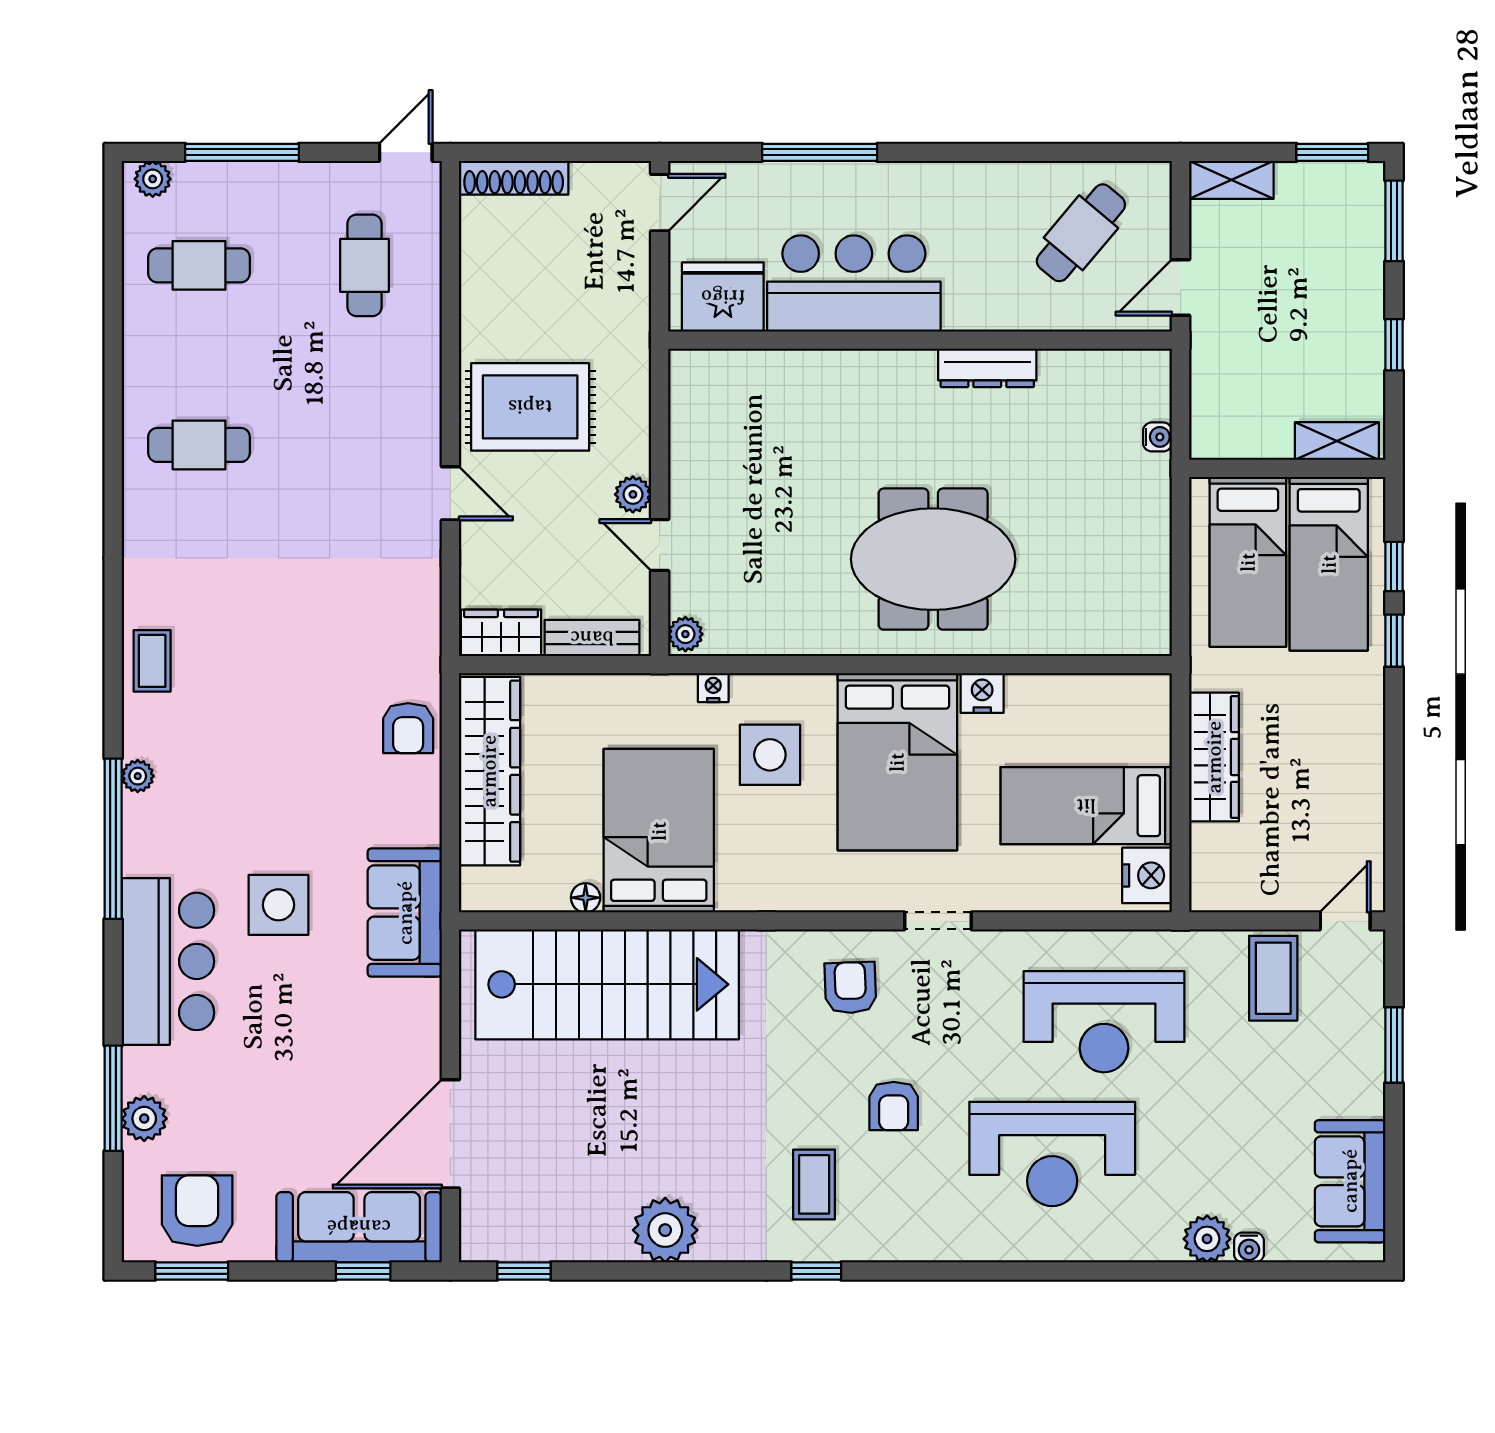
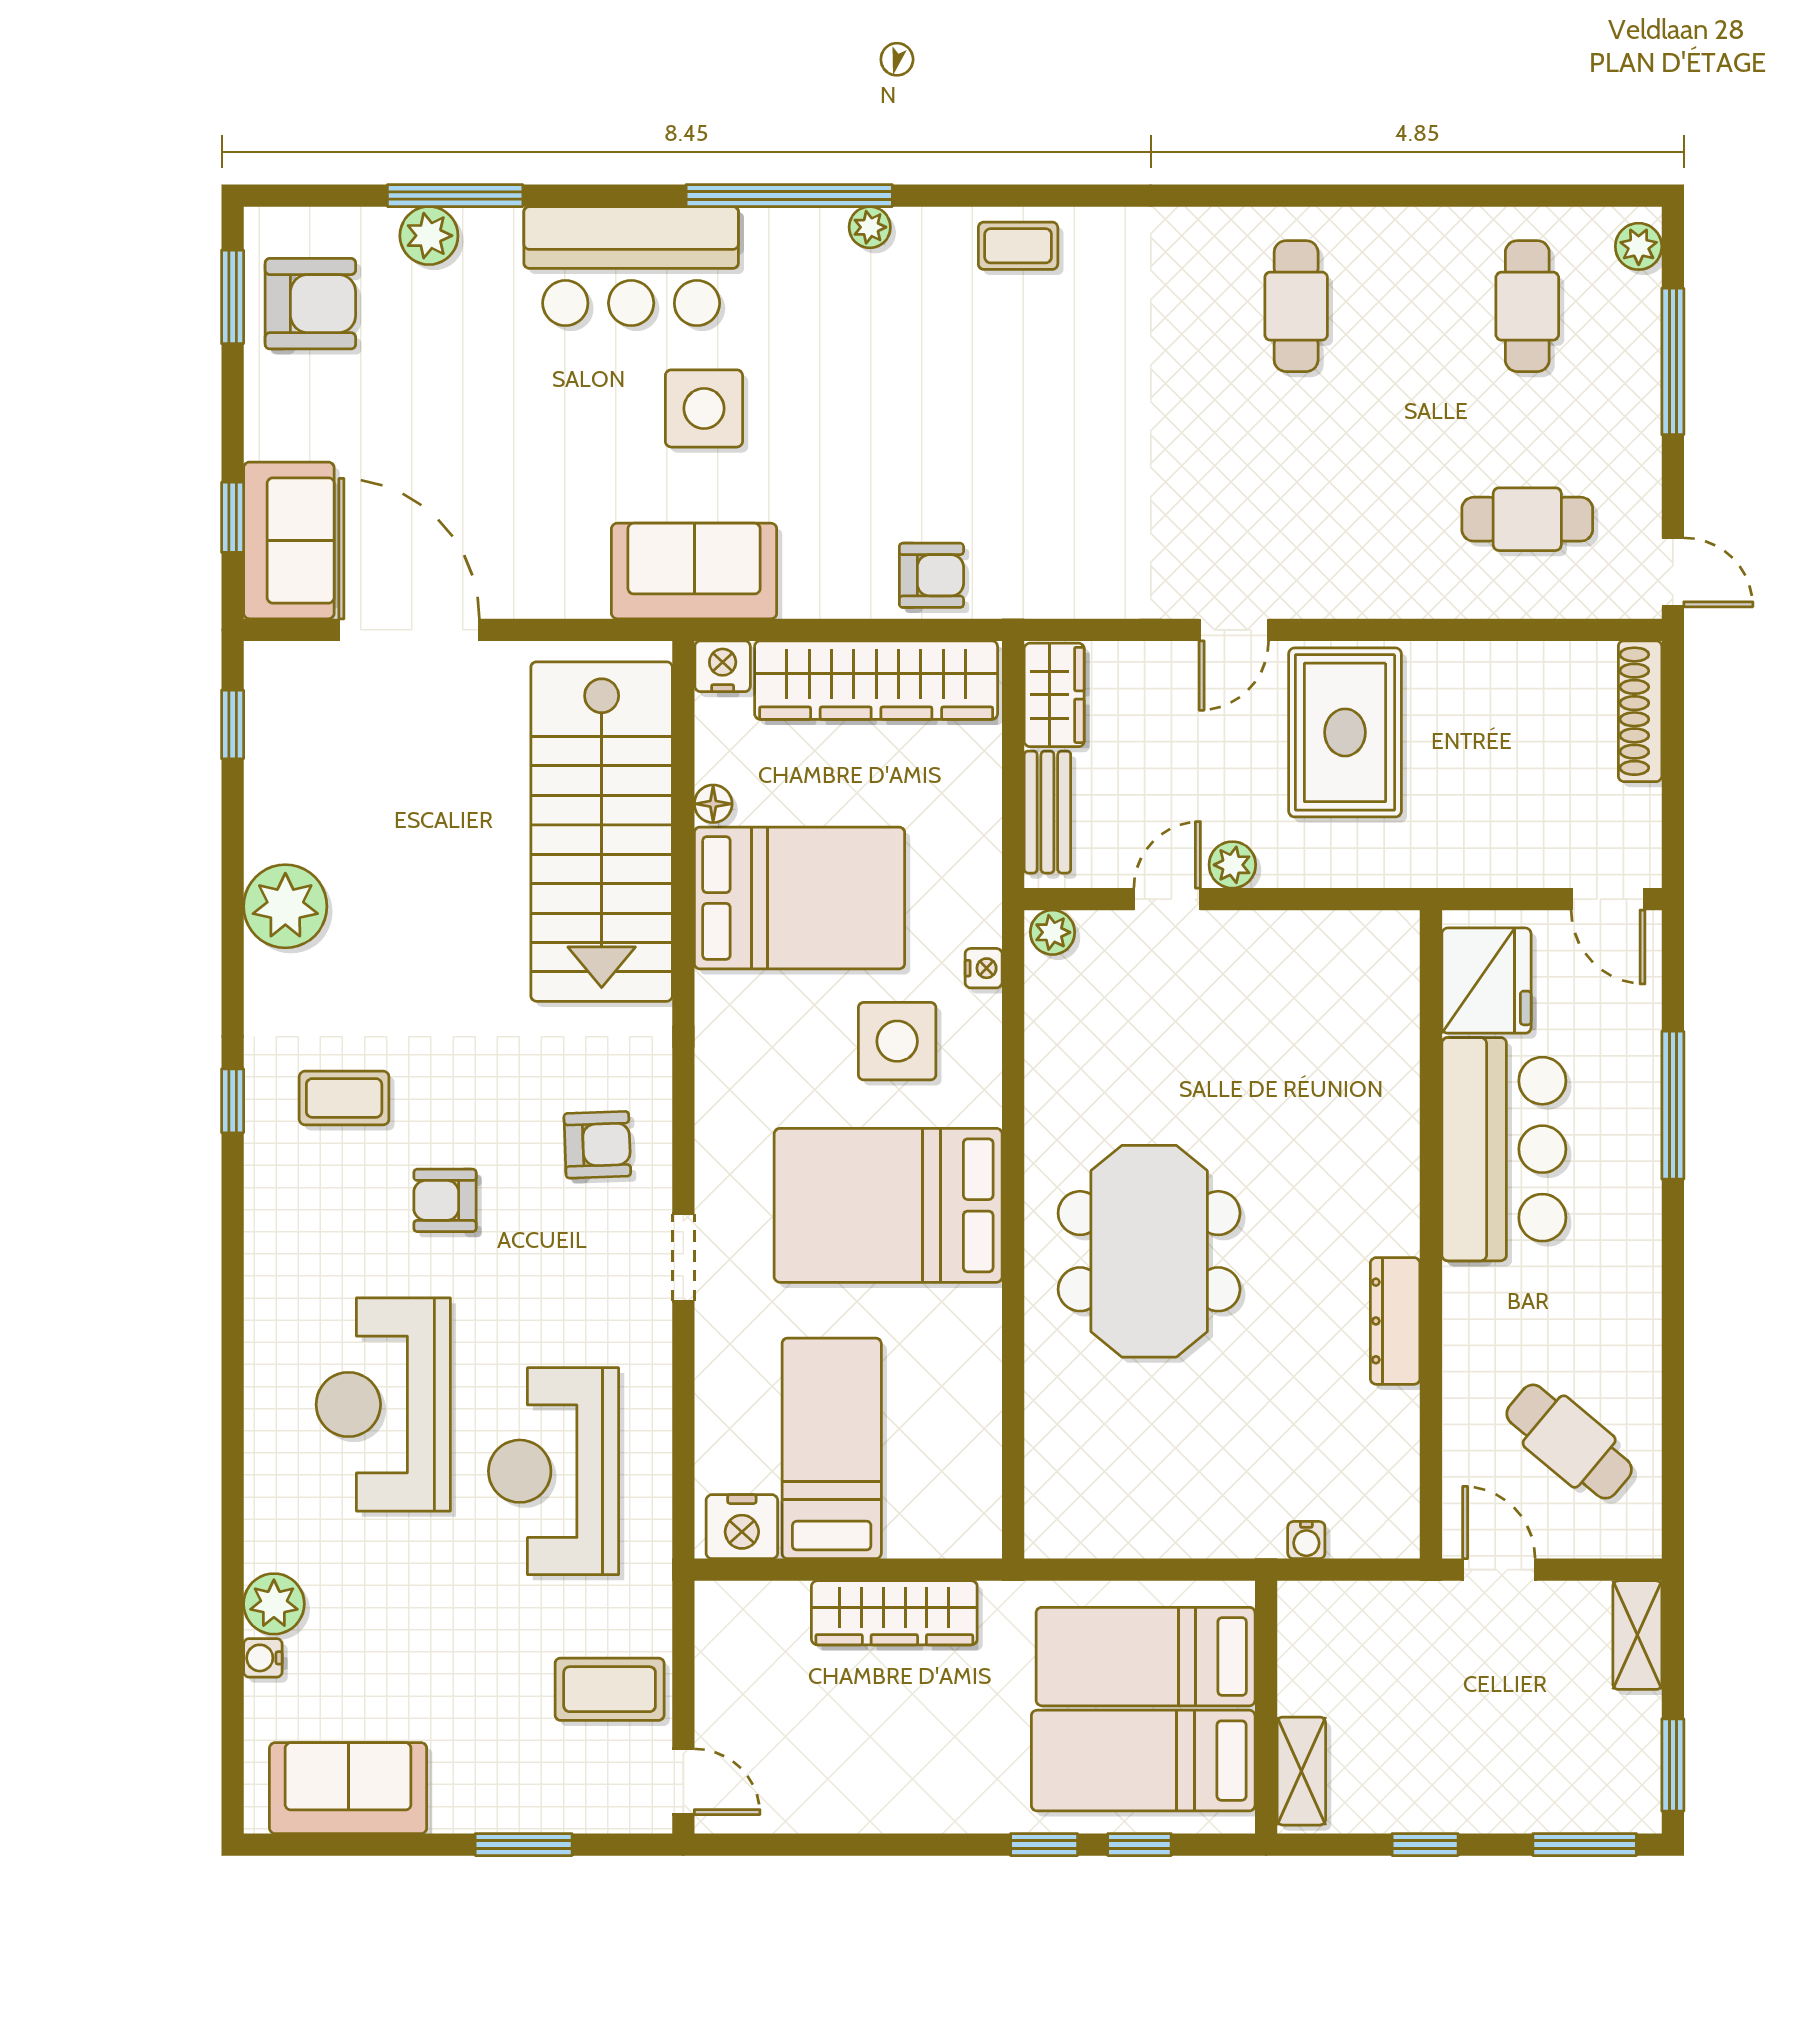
nightstand: (982, 693) -> (723, 666), moved, turned -90
armchair: (408, 728) -> (931, 575), turned 180
sofa: (359, 1227) -> (289, 540), width x0.73

